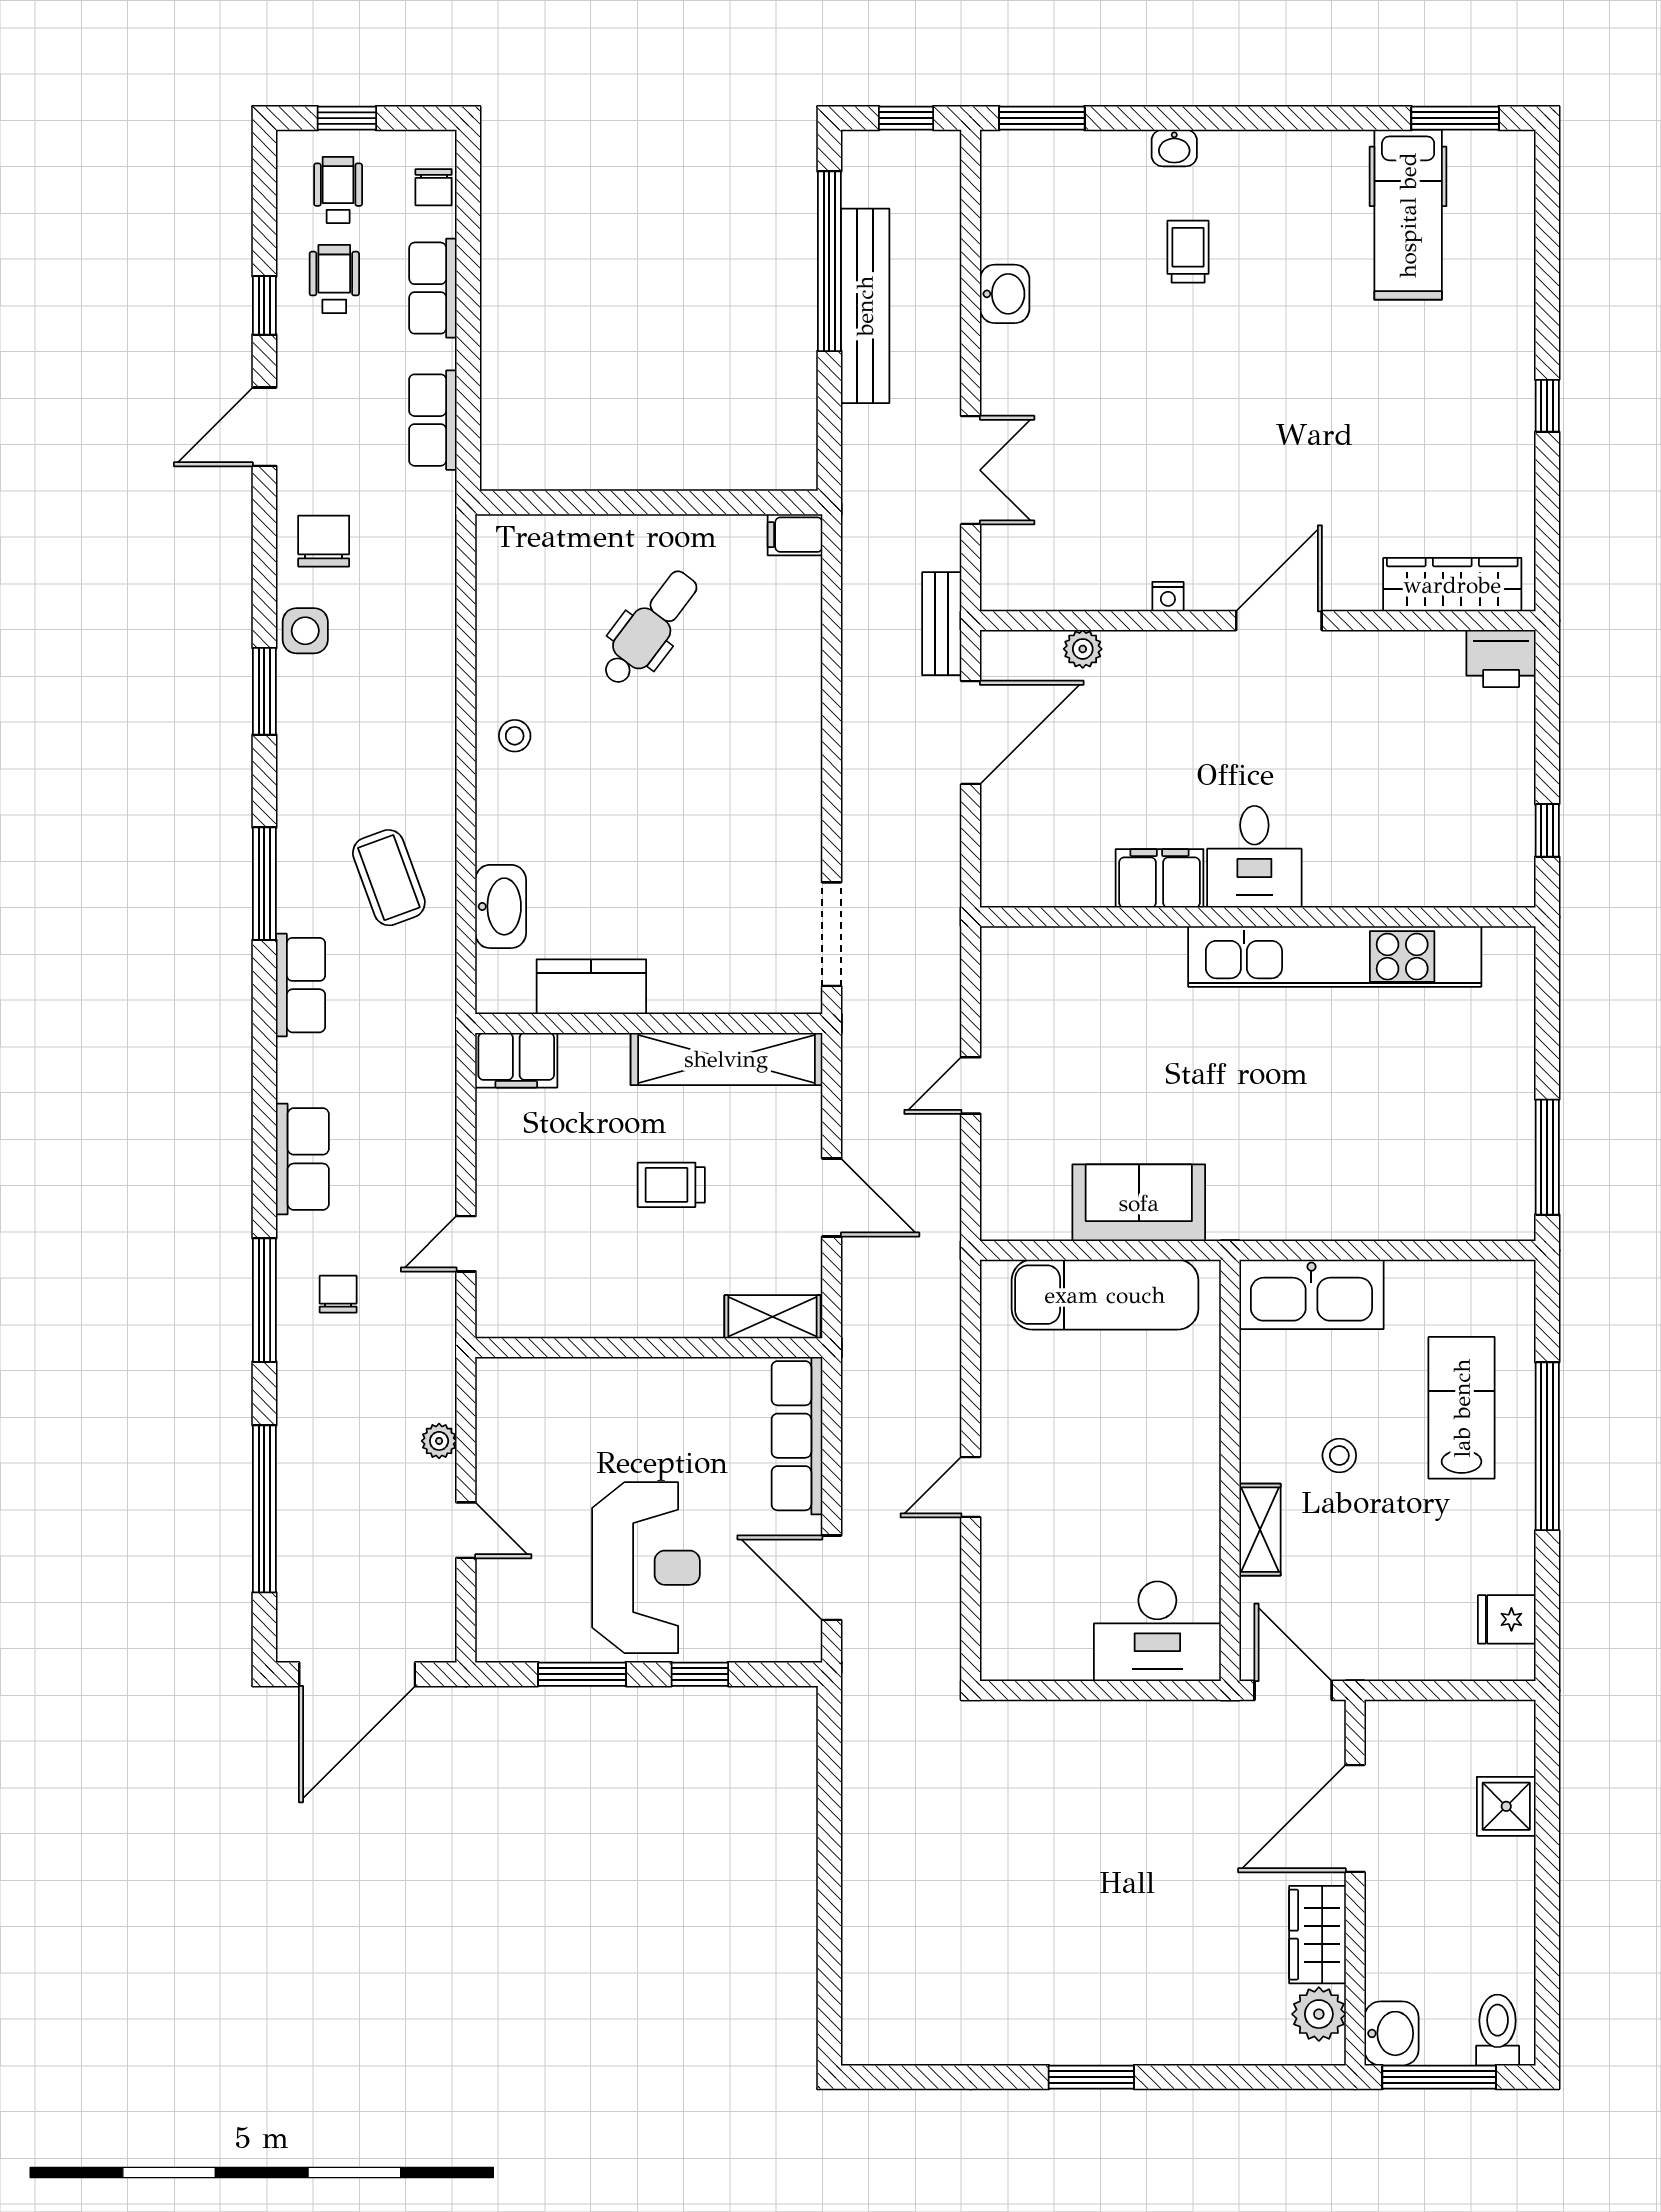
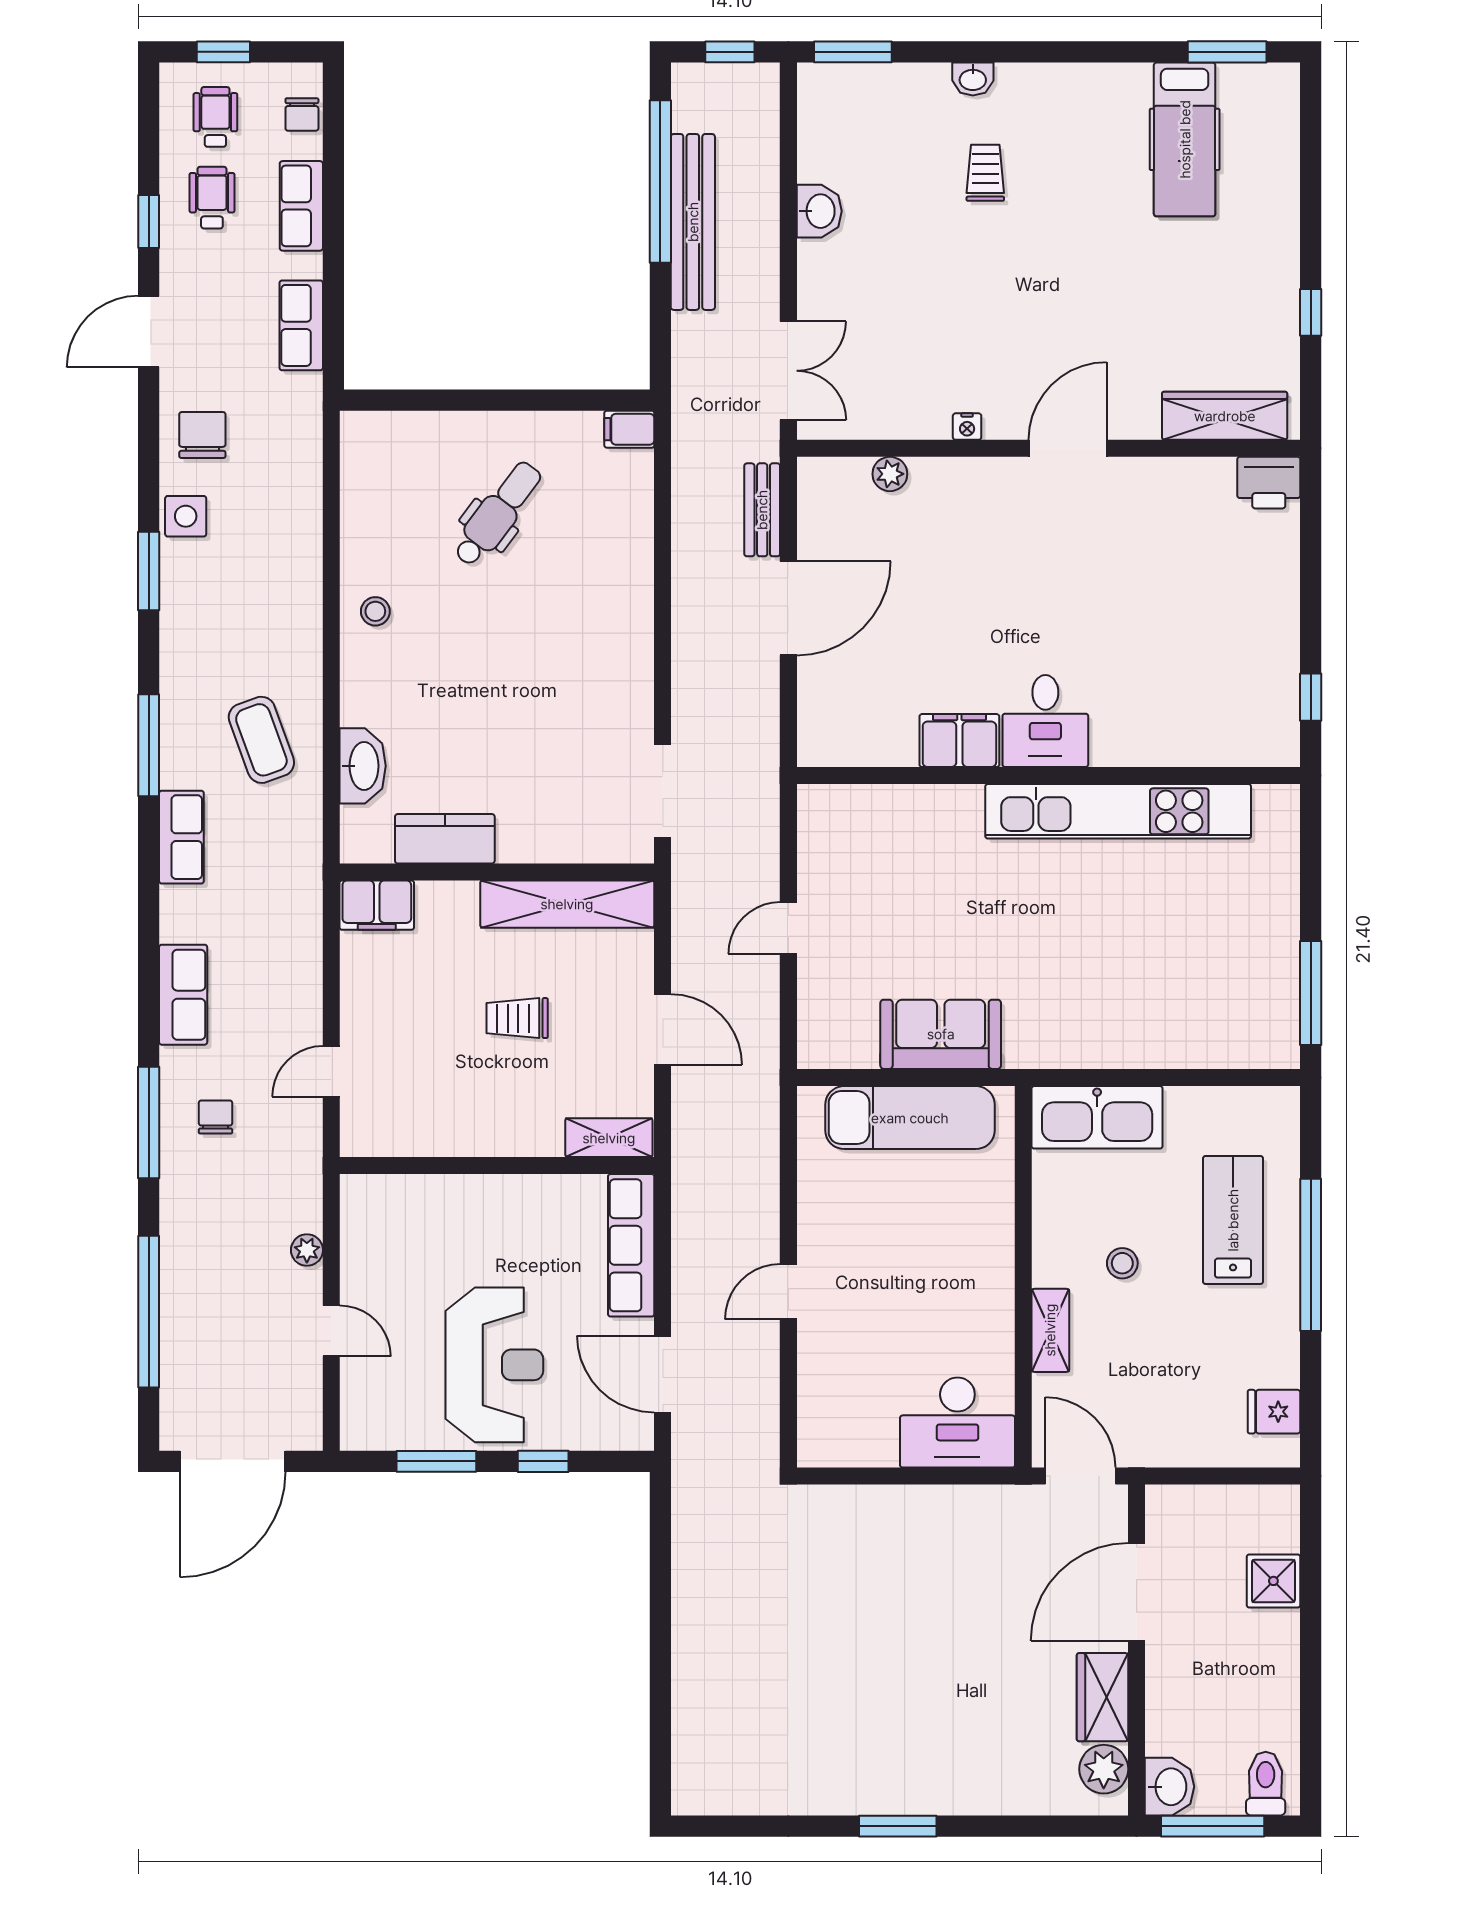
wardrobe: (1452, 585) -> (1225, 416), moved
nightstand: (1168, 597) -> (967, 427), moved
wall: (1258, 621) -> (1048, 448), moved
door: (1279, 621) -> (1068, 448), moved
plant: (1083, 649) -> (890, 474), moved
printer: (1501, 658) -> (1269, 483), moved

